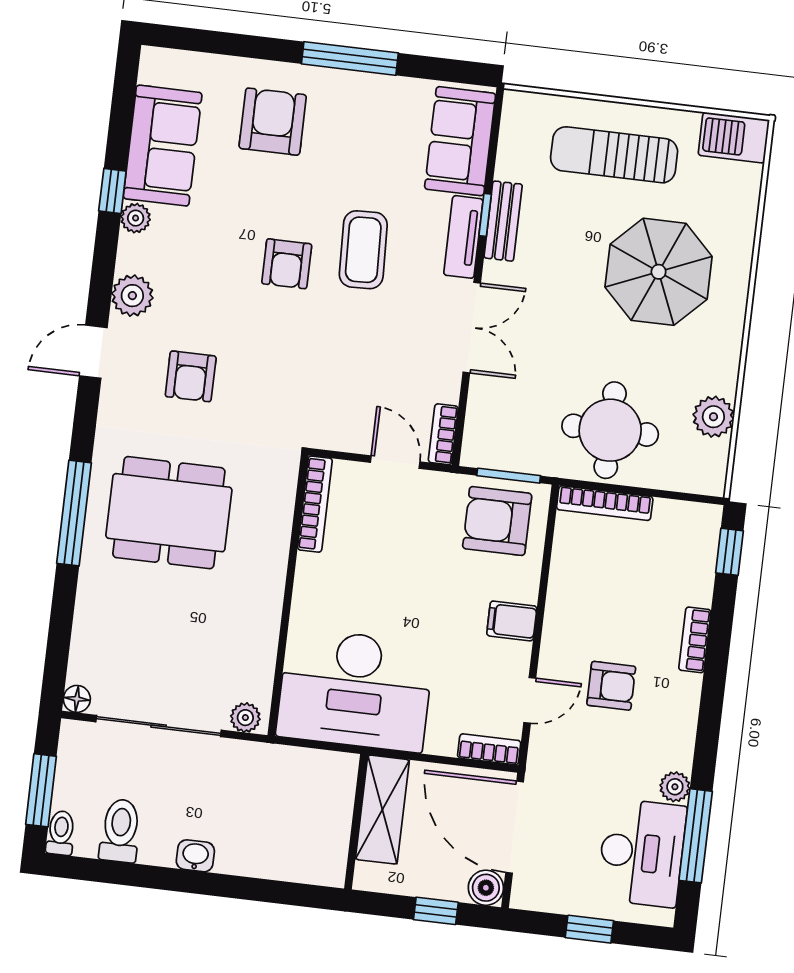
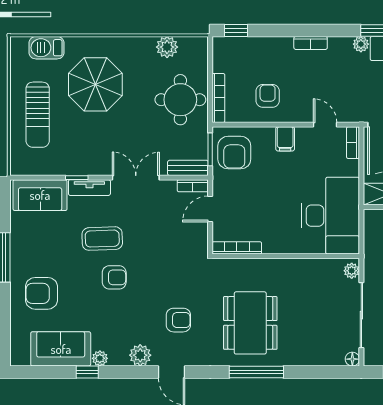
barbecue: (734, 138) -> (47, 48), moved, turned 90
bench: (503, 221) -> (188, 168), moved
bookcase: (695, 640) -> (311, 43), moved
armchair: (611, 686) -> (268, 96), moved

